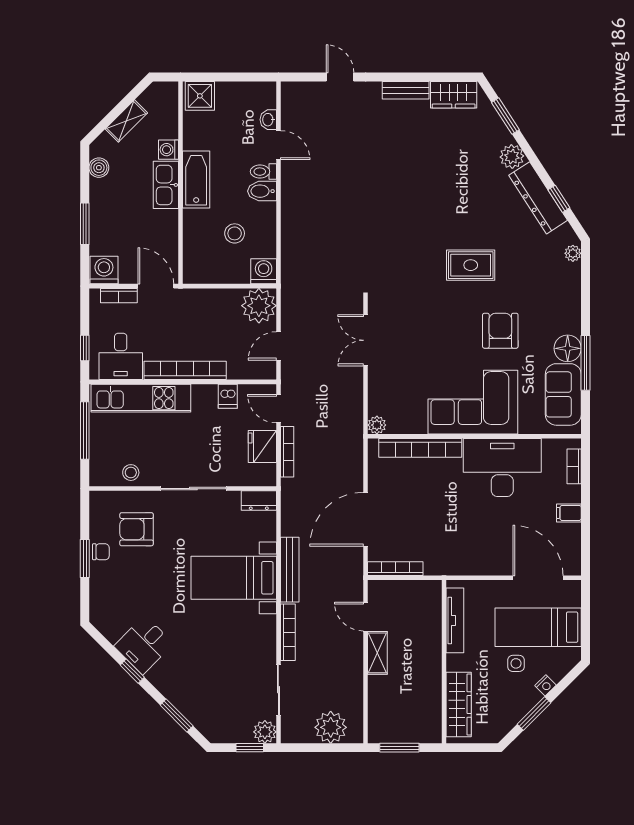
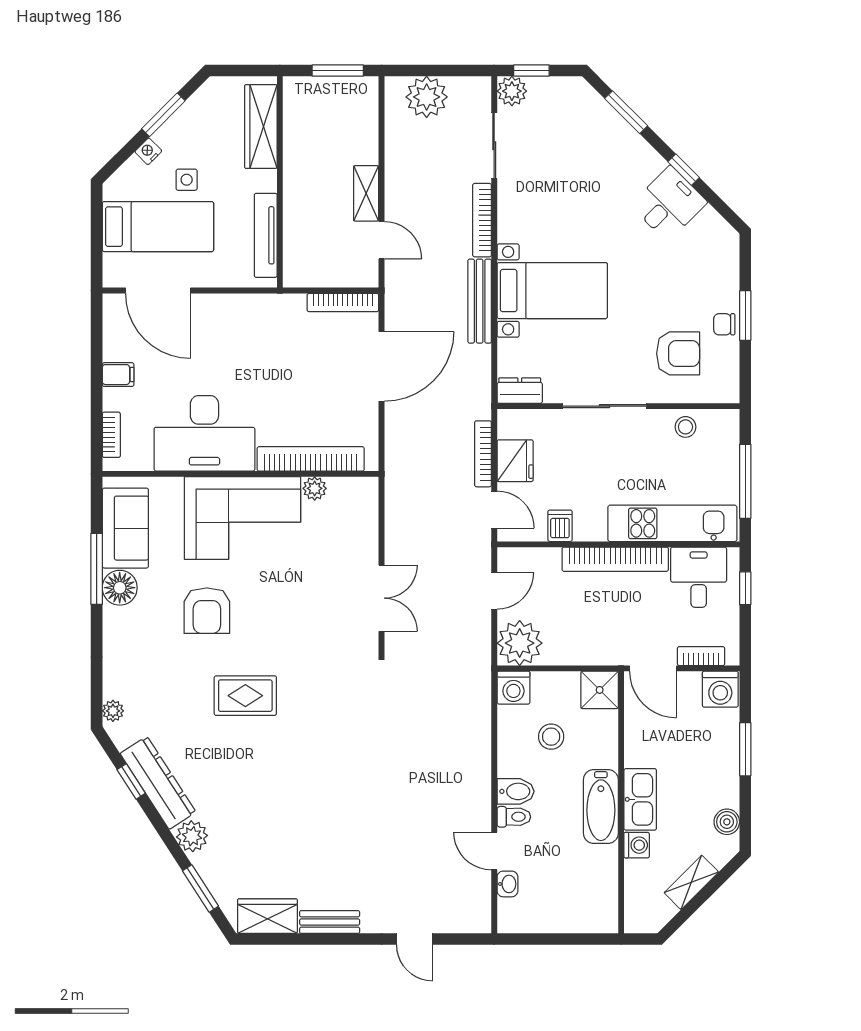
shower: (200, 96) -> (600, 690), moved
plant: (377, 425) -> (315, 488), moved

